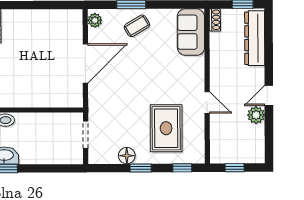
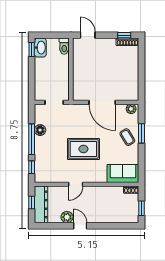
dresser: (255, 38) -> (41, 204), moved, turned 90
rug: (166, 128) -> (83, 149), moved
window: (141, 168) -> (32, 139), width x2.17

